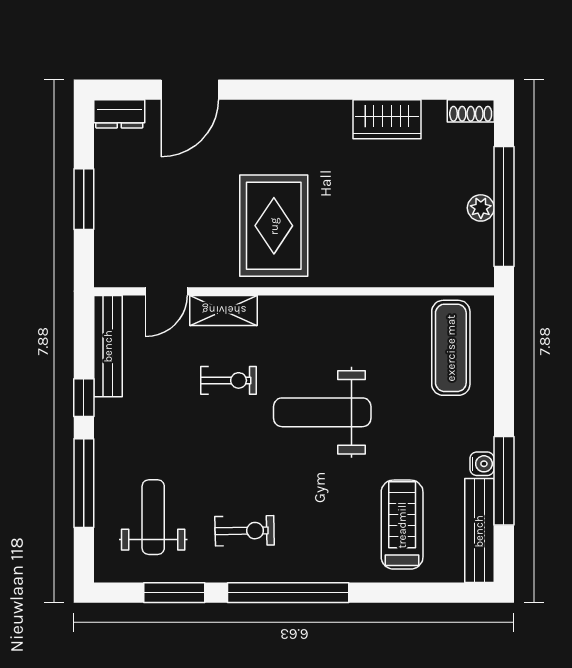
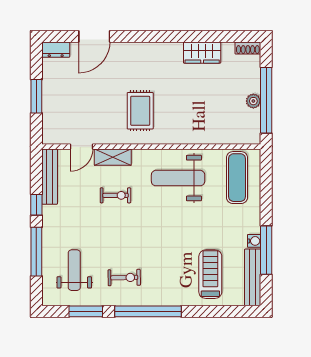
rug: (274, 226) -> (140, 111), width x0.73, depth x0.70
weight bench: (322, 412) -> (178, 178), moved

